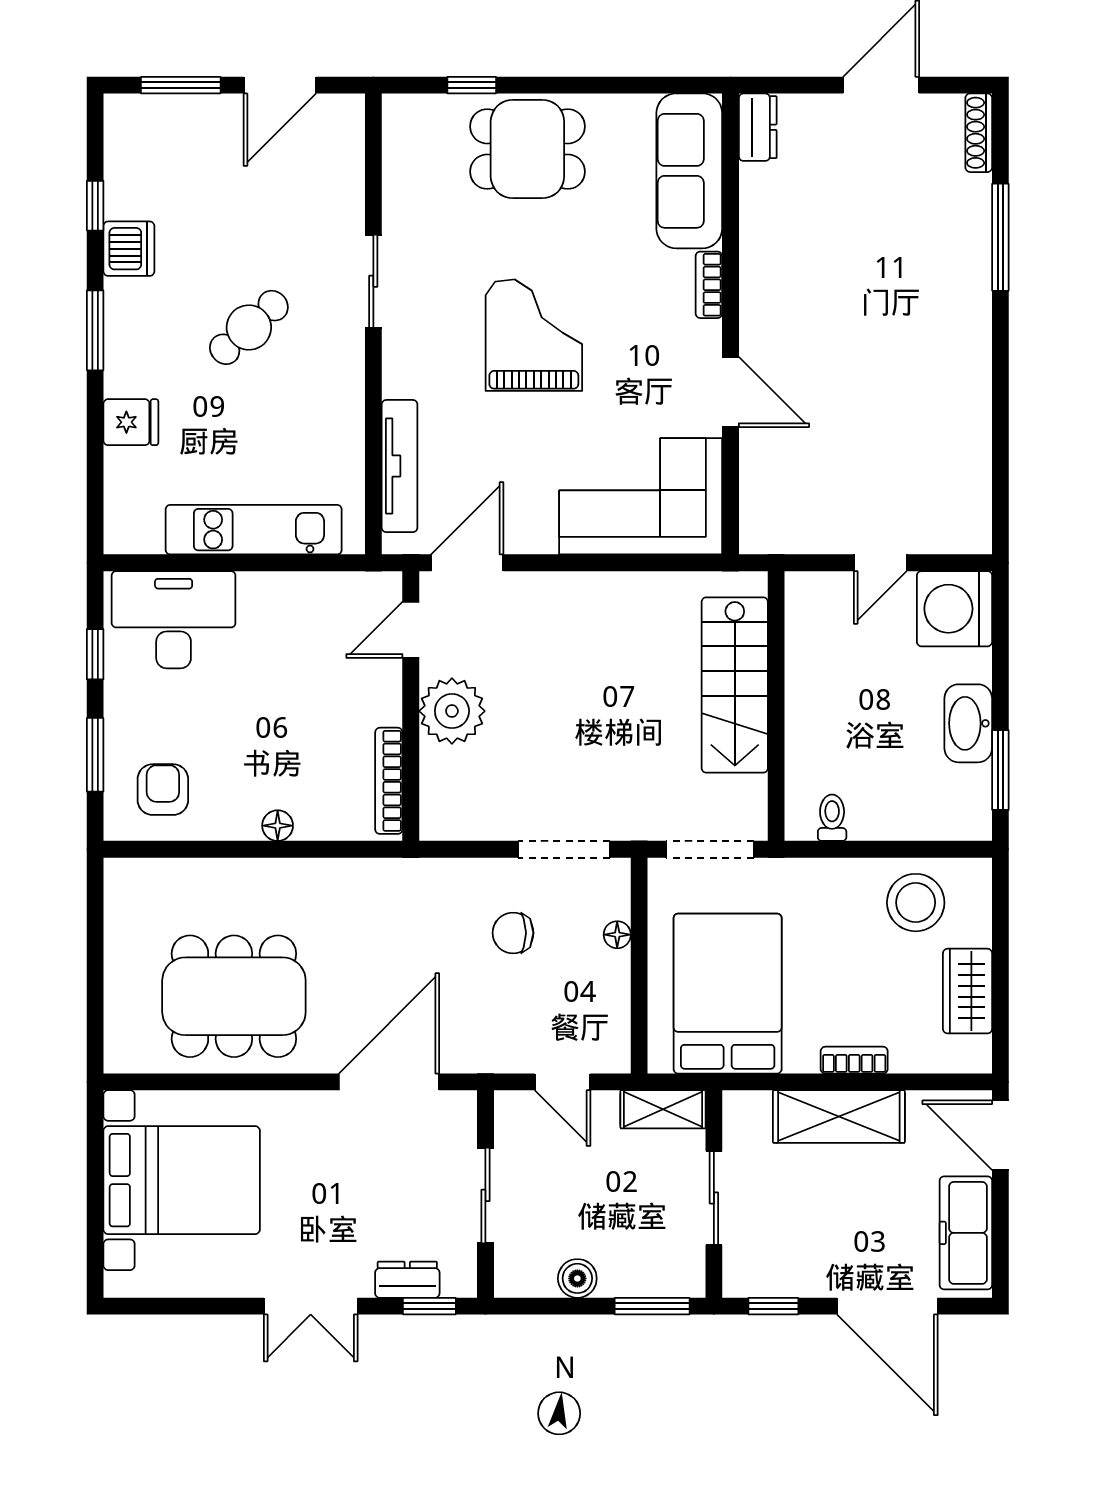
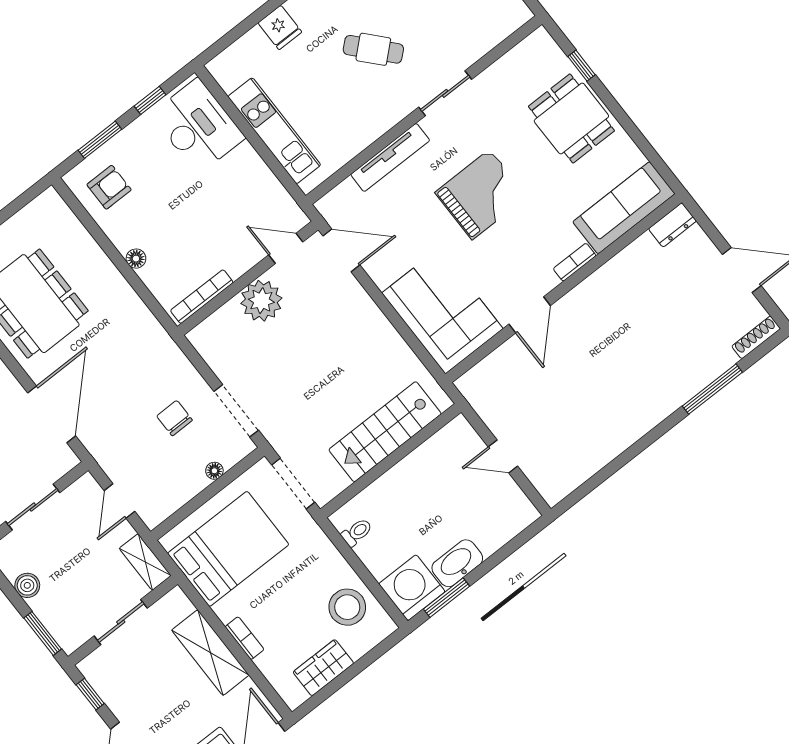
tv unit: (400, 466) -> (390, 157), moved
washing machine: (954, 609) -> (412, 588), moved
door: (389, 1082) -> (52, 414), hinge flipped

